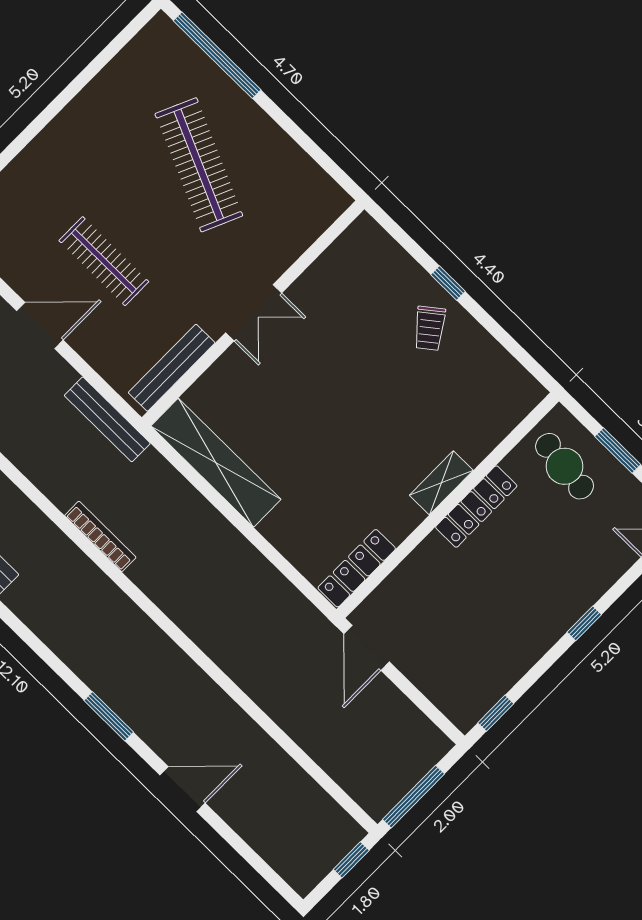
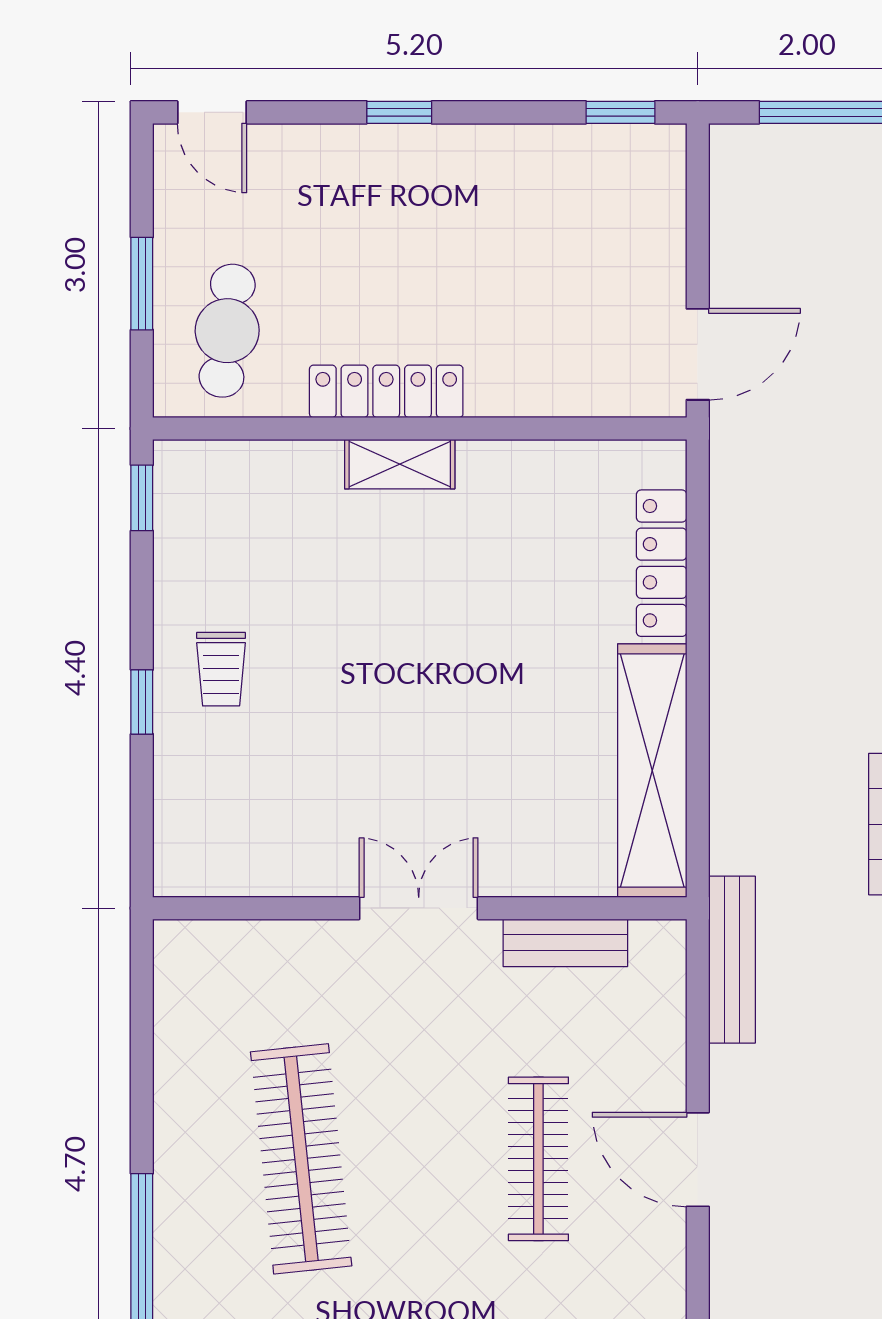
clothes rail: (199, 165) -> (301, 1159), turned -30
trolley: (430, 328) -> (221, 669), turned 128
window: (531, 365) -> (142, 498), added
bench: (172, 368) -> (565, 943), width x0.73
locker: (357, 568) -> (662, 563), moved, turned 90

